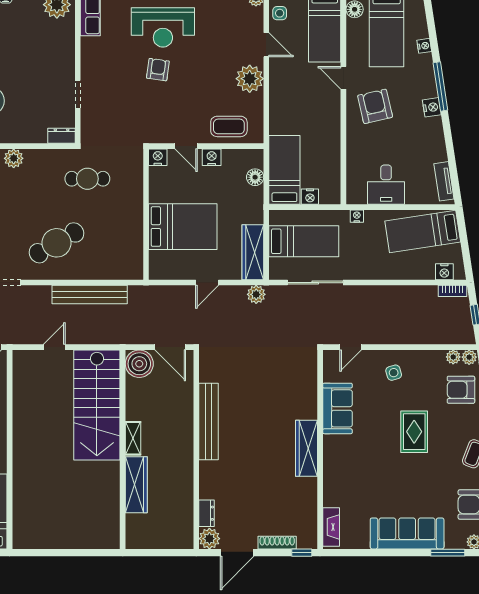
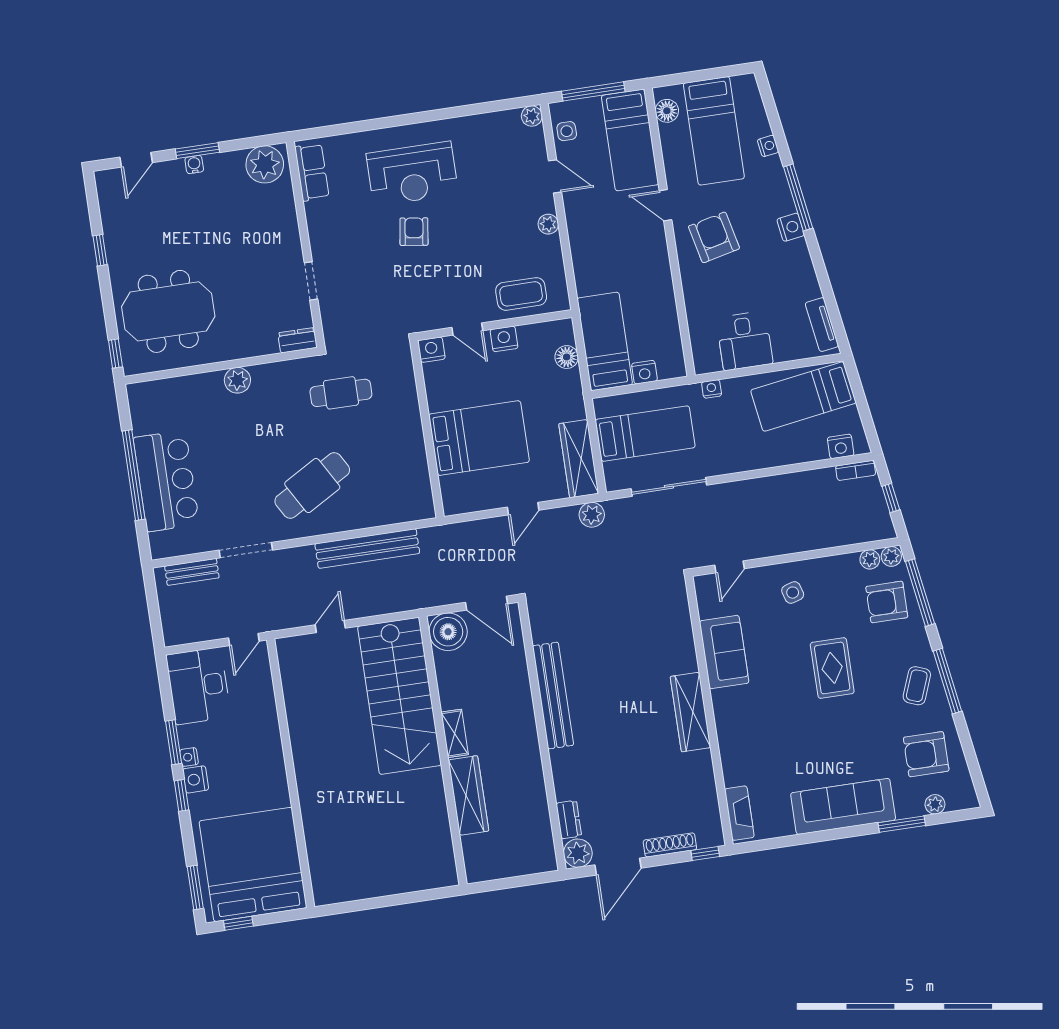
plant: (250, 79) -> (548, 224), width x0.53, depth x0.53

